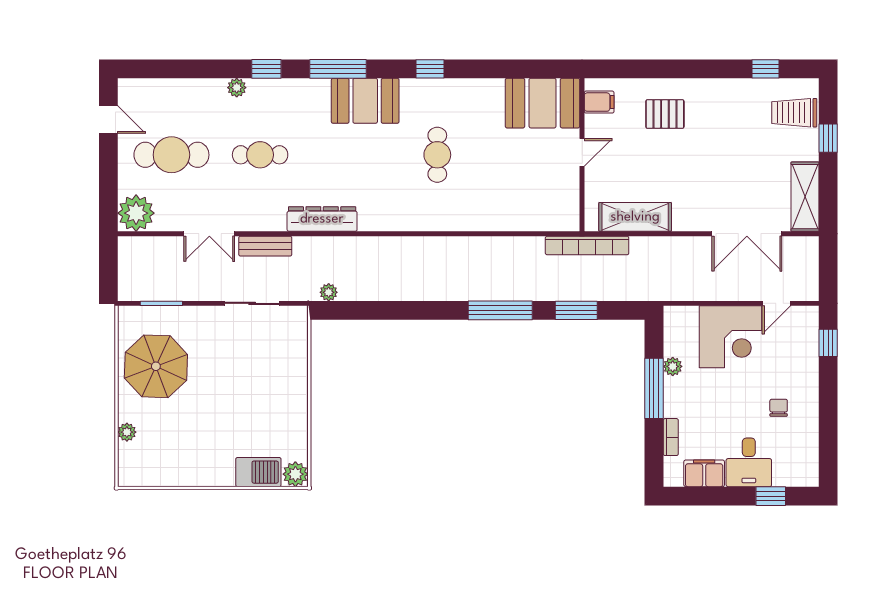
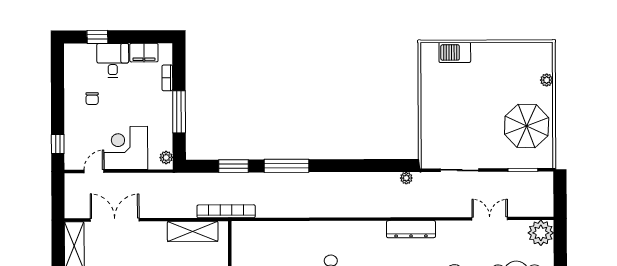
bench: (265, 246) -> (451, 210), removed
plant: (673, 366) -> (166, 157), moved
plant: (295, 474) -> (429, 51), removed

